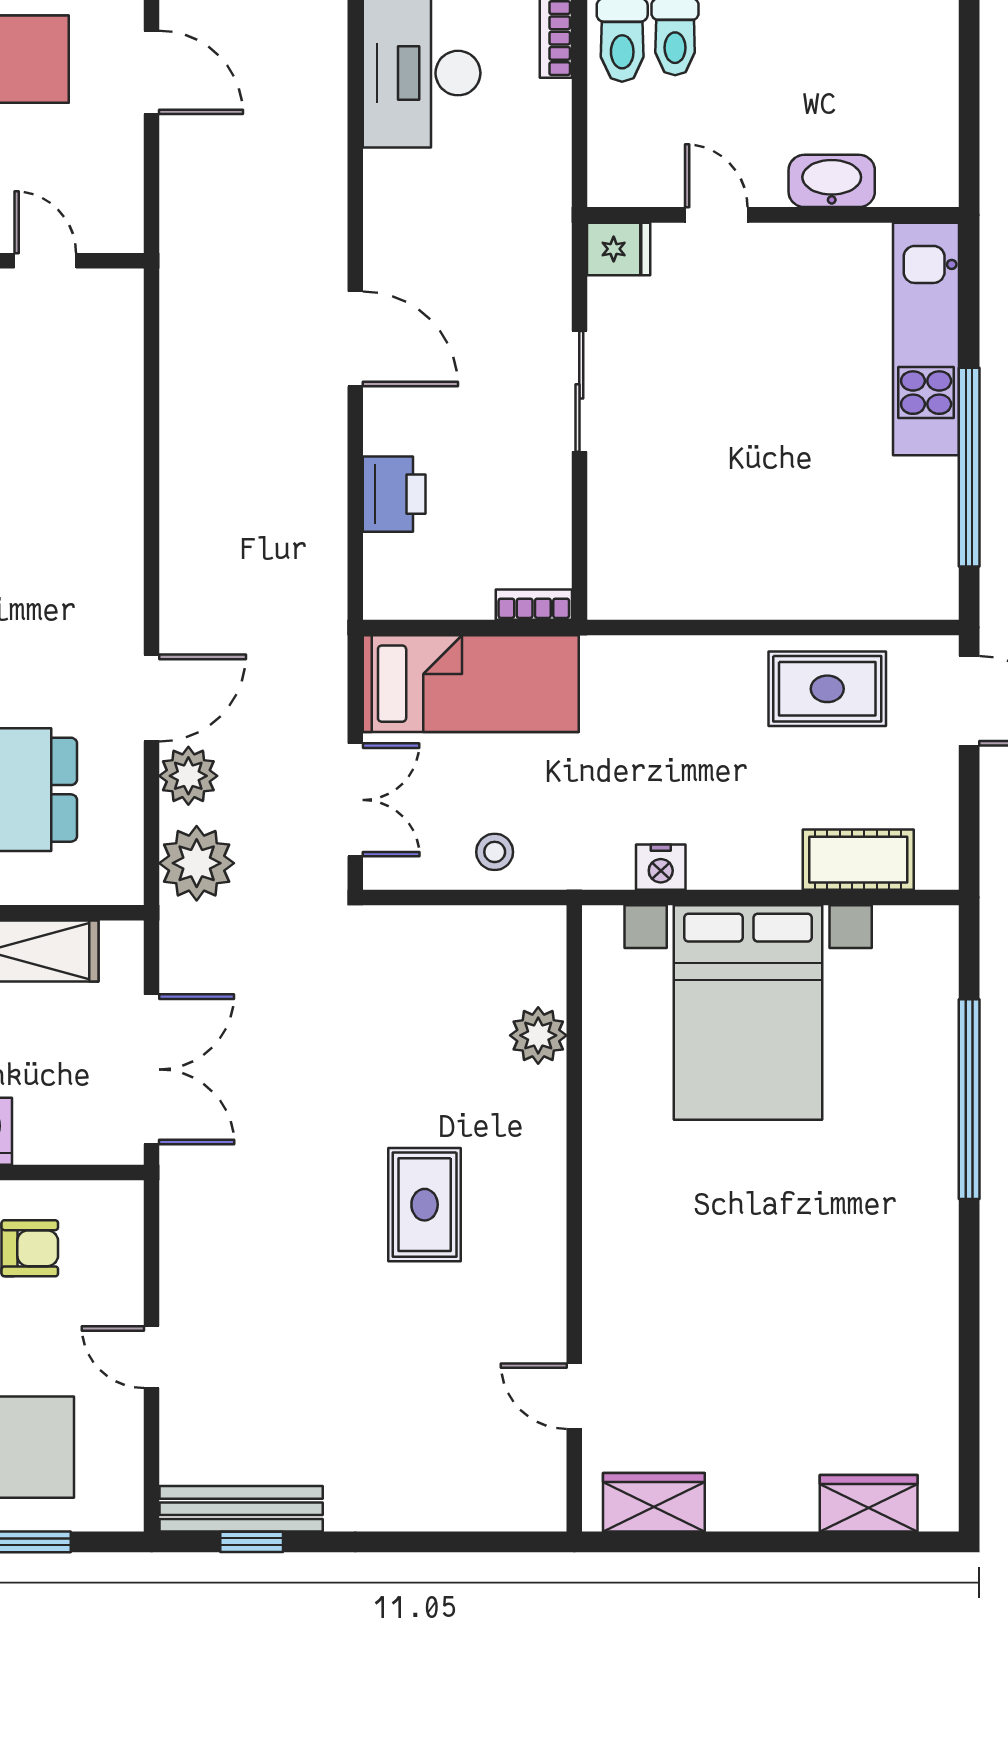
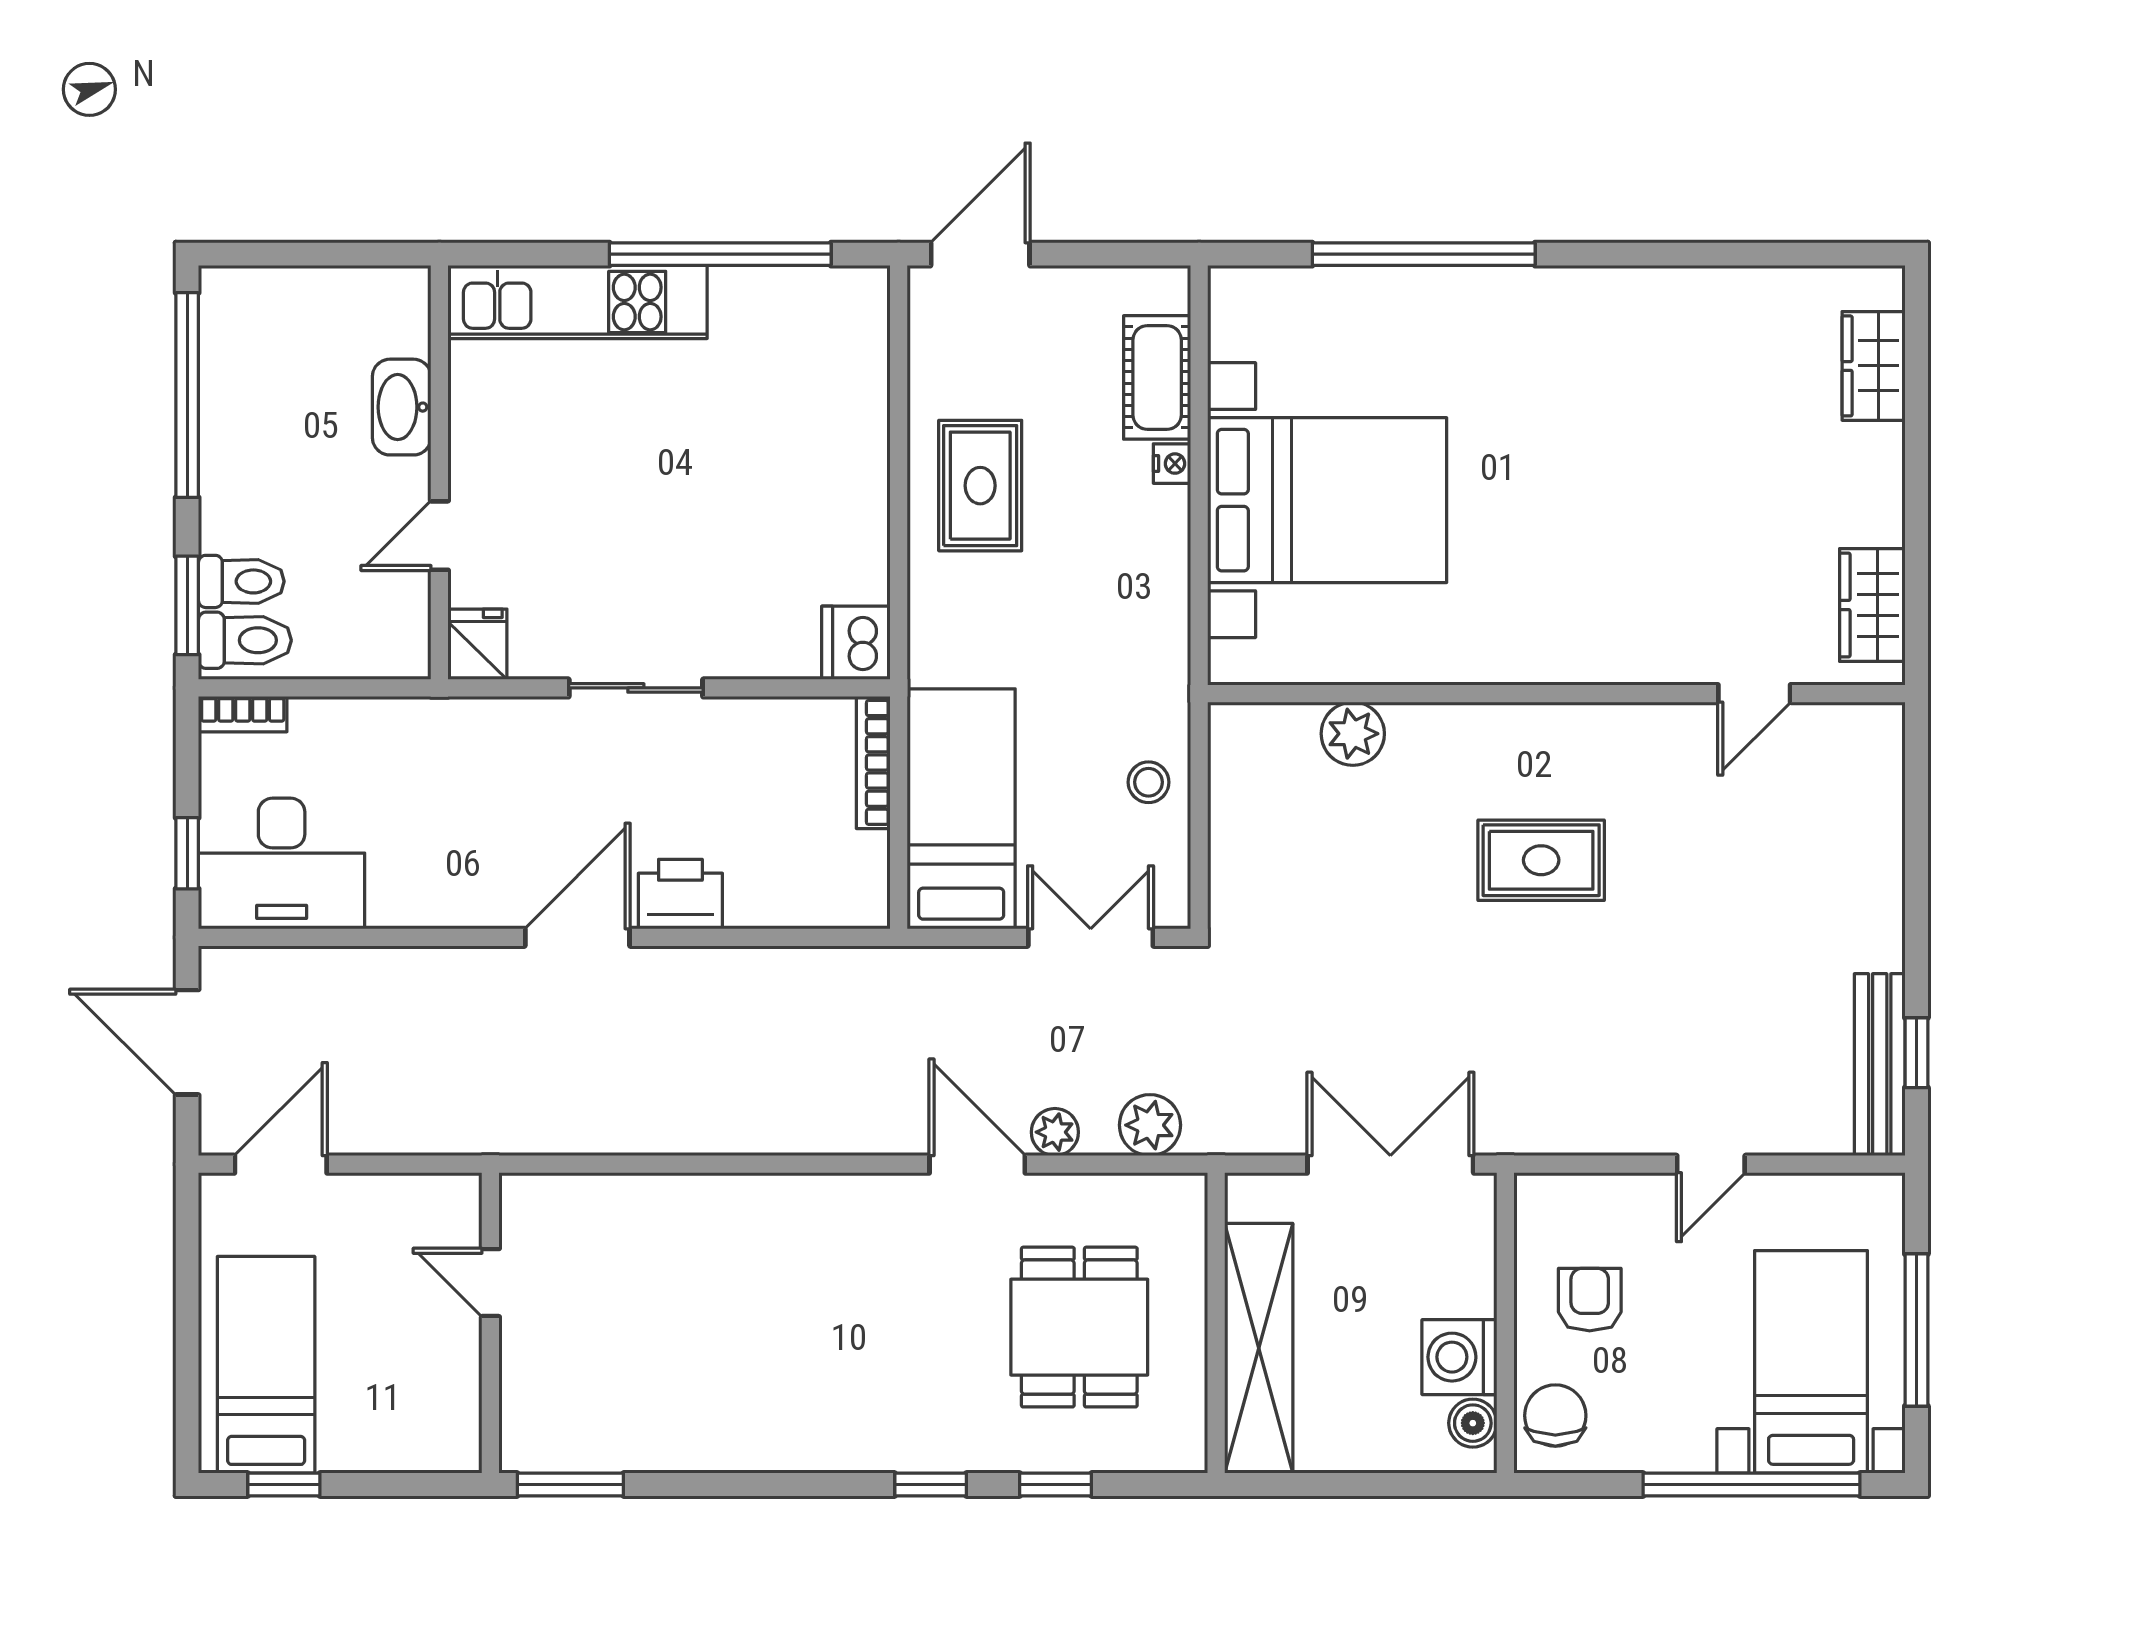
door: (45, 261) -> (490, 1283), hinge flipped
printer: (394, 494) -> (680, 894), moved
dishwasher: (620, 589) -> (856, 643), added
bookcase: (534, 605) -> (873, 762), width x1.56
rug: (827, 689) -> (980, 486), moved
plant: (188, 776) -> (1055, 1132), width x0.73, depth x0.73
plant: (197, 863) -> (1150, 1125), width x0.73, depth x0.73
nightstand: (661, 867) -> (1172, 464), moved, width x0.72, depth x0.74

